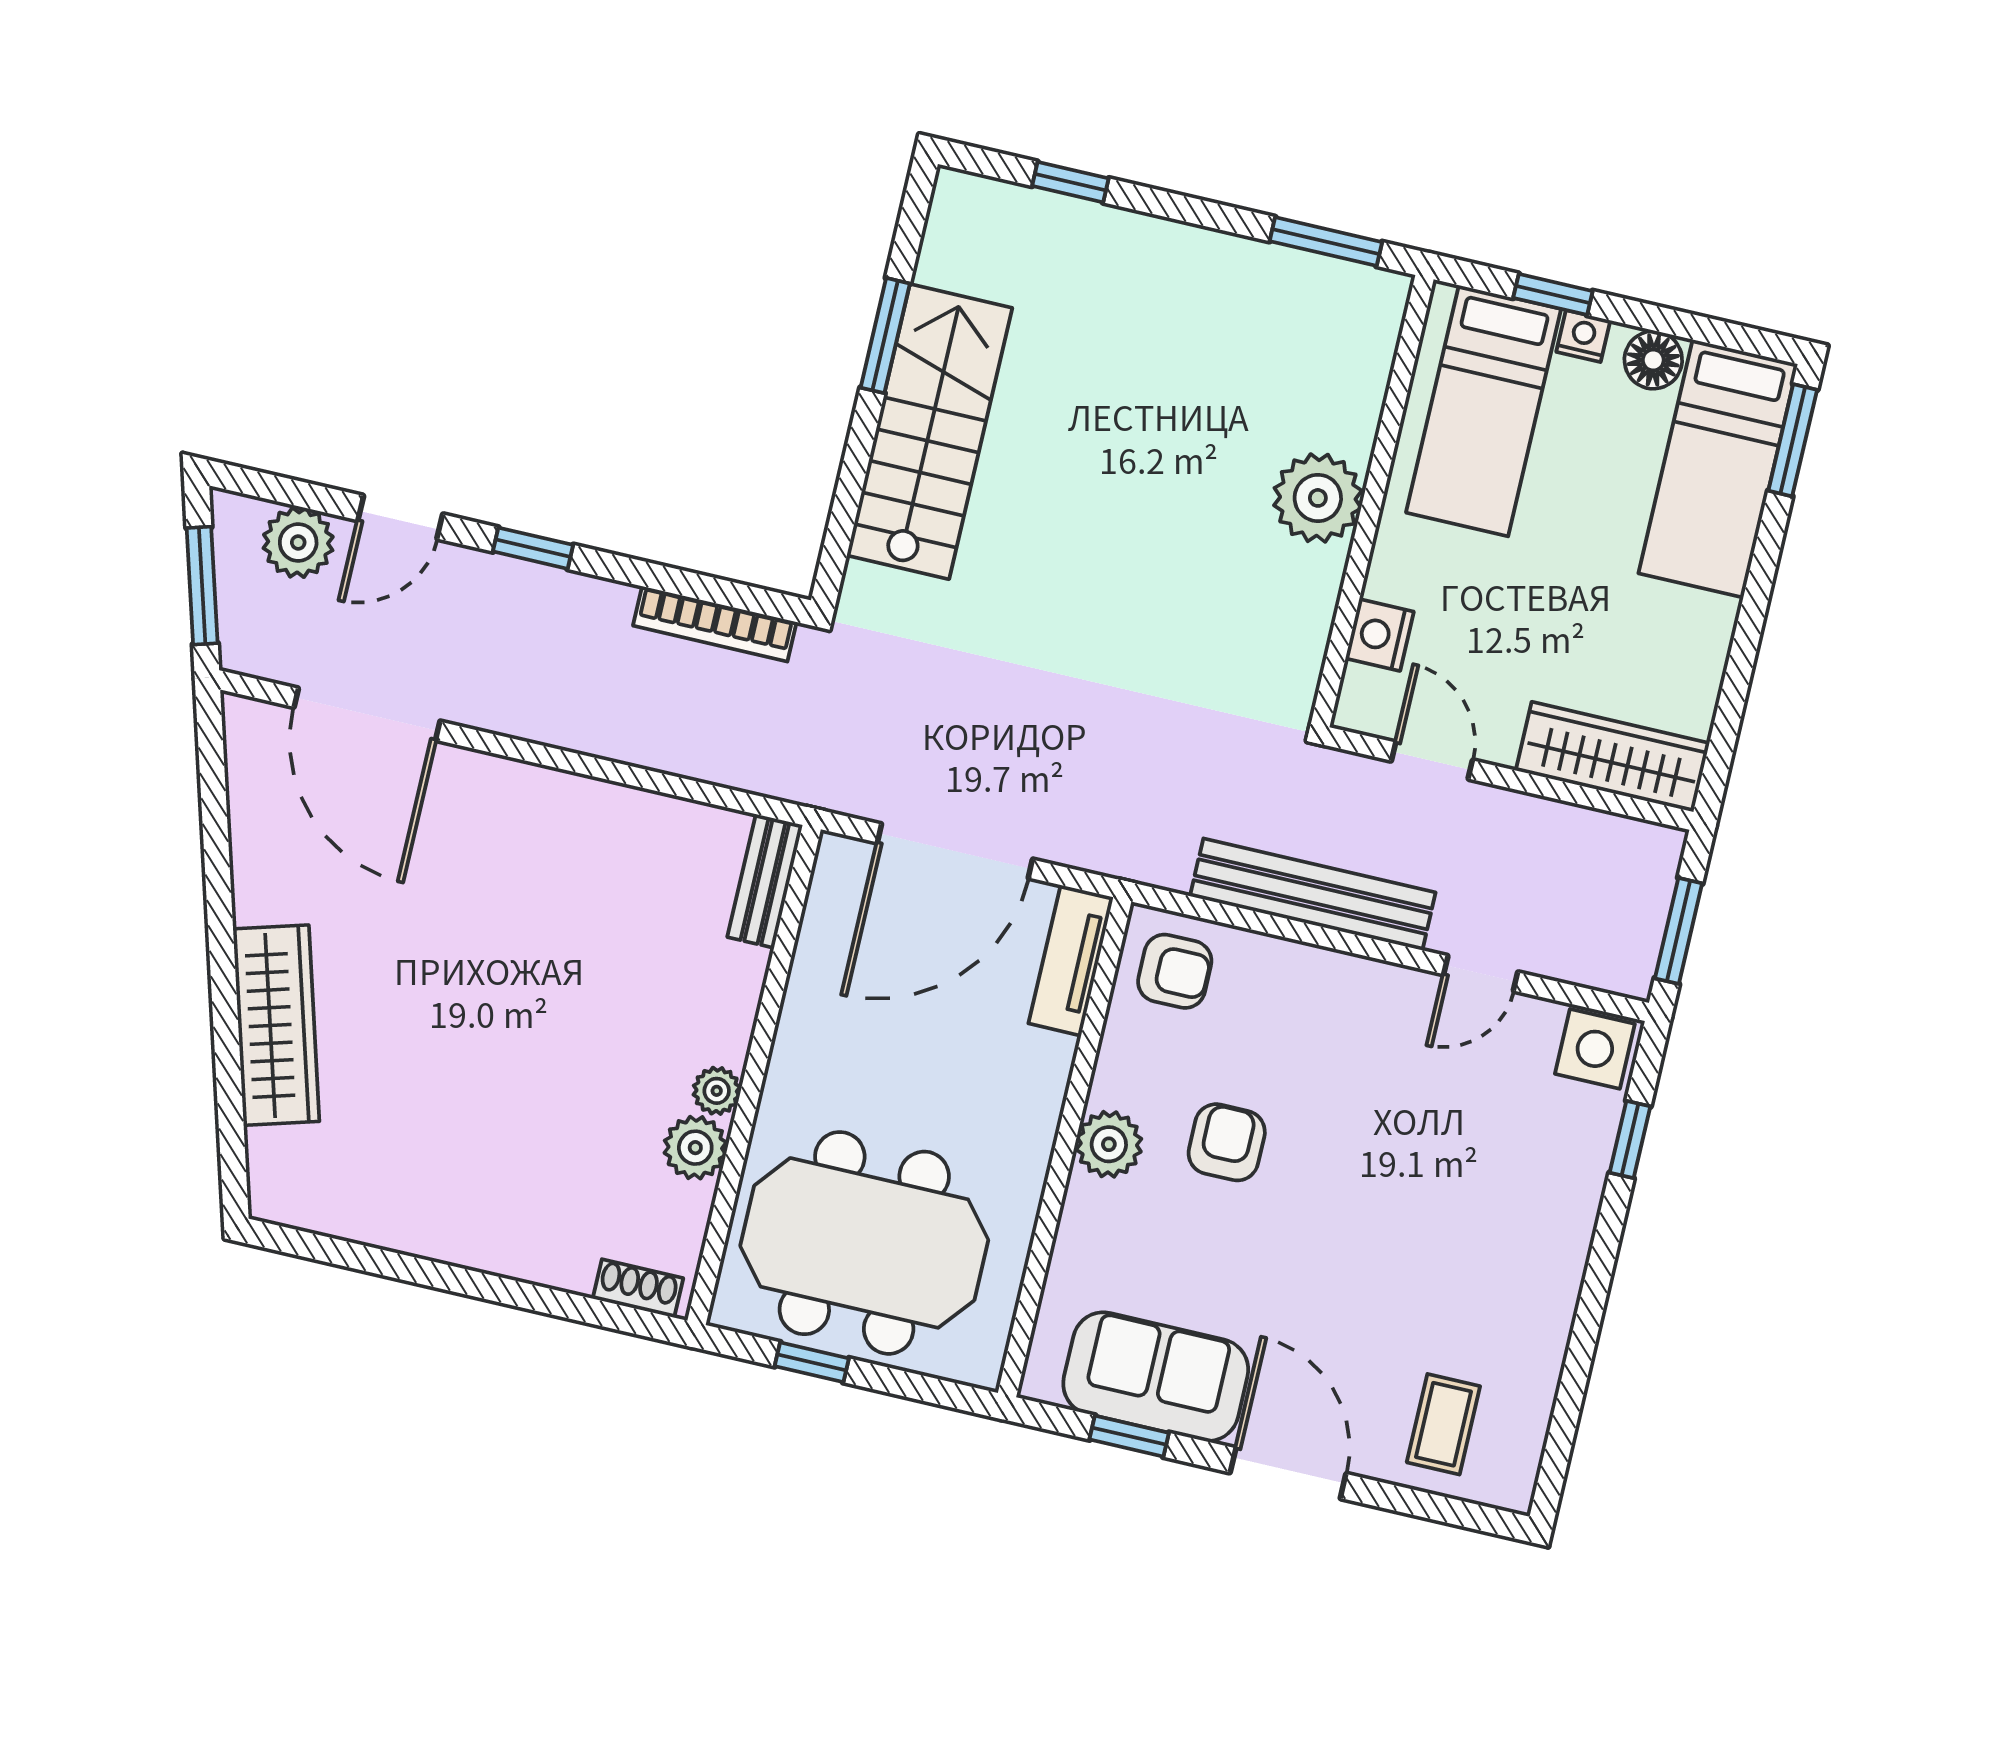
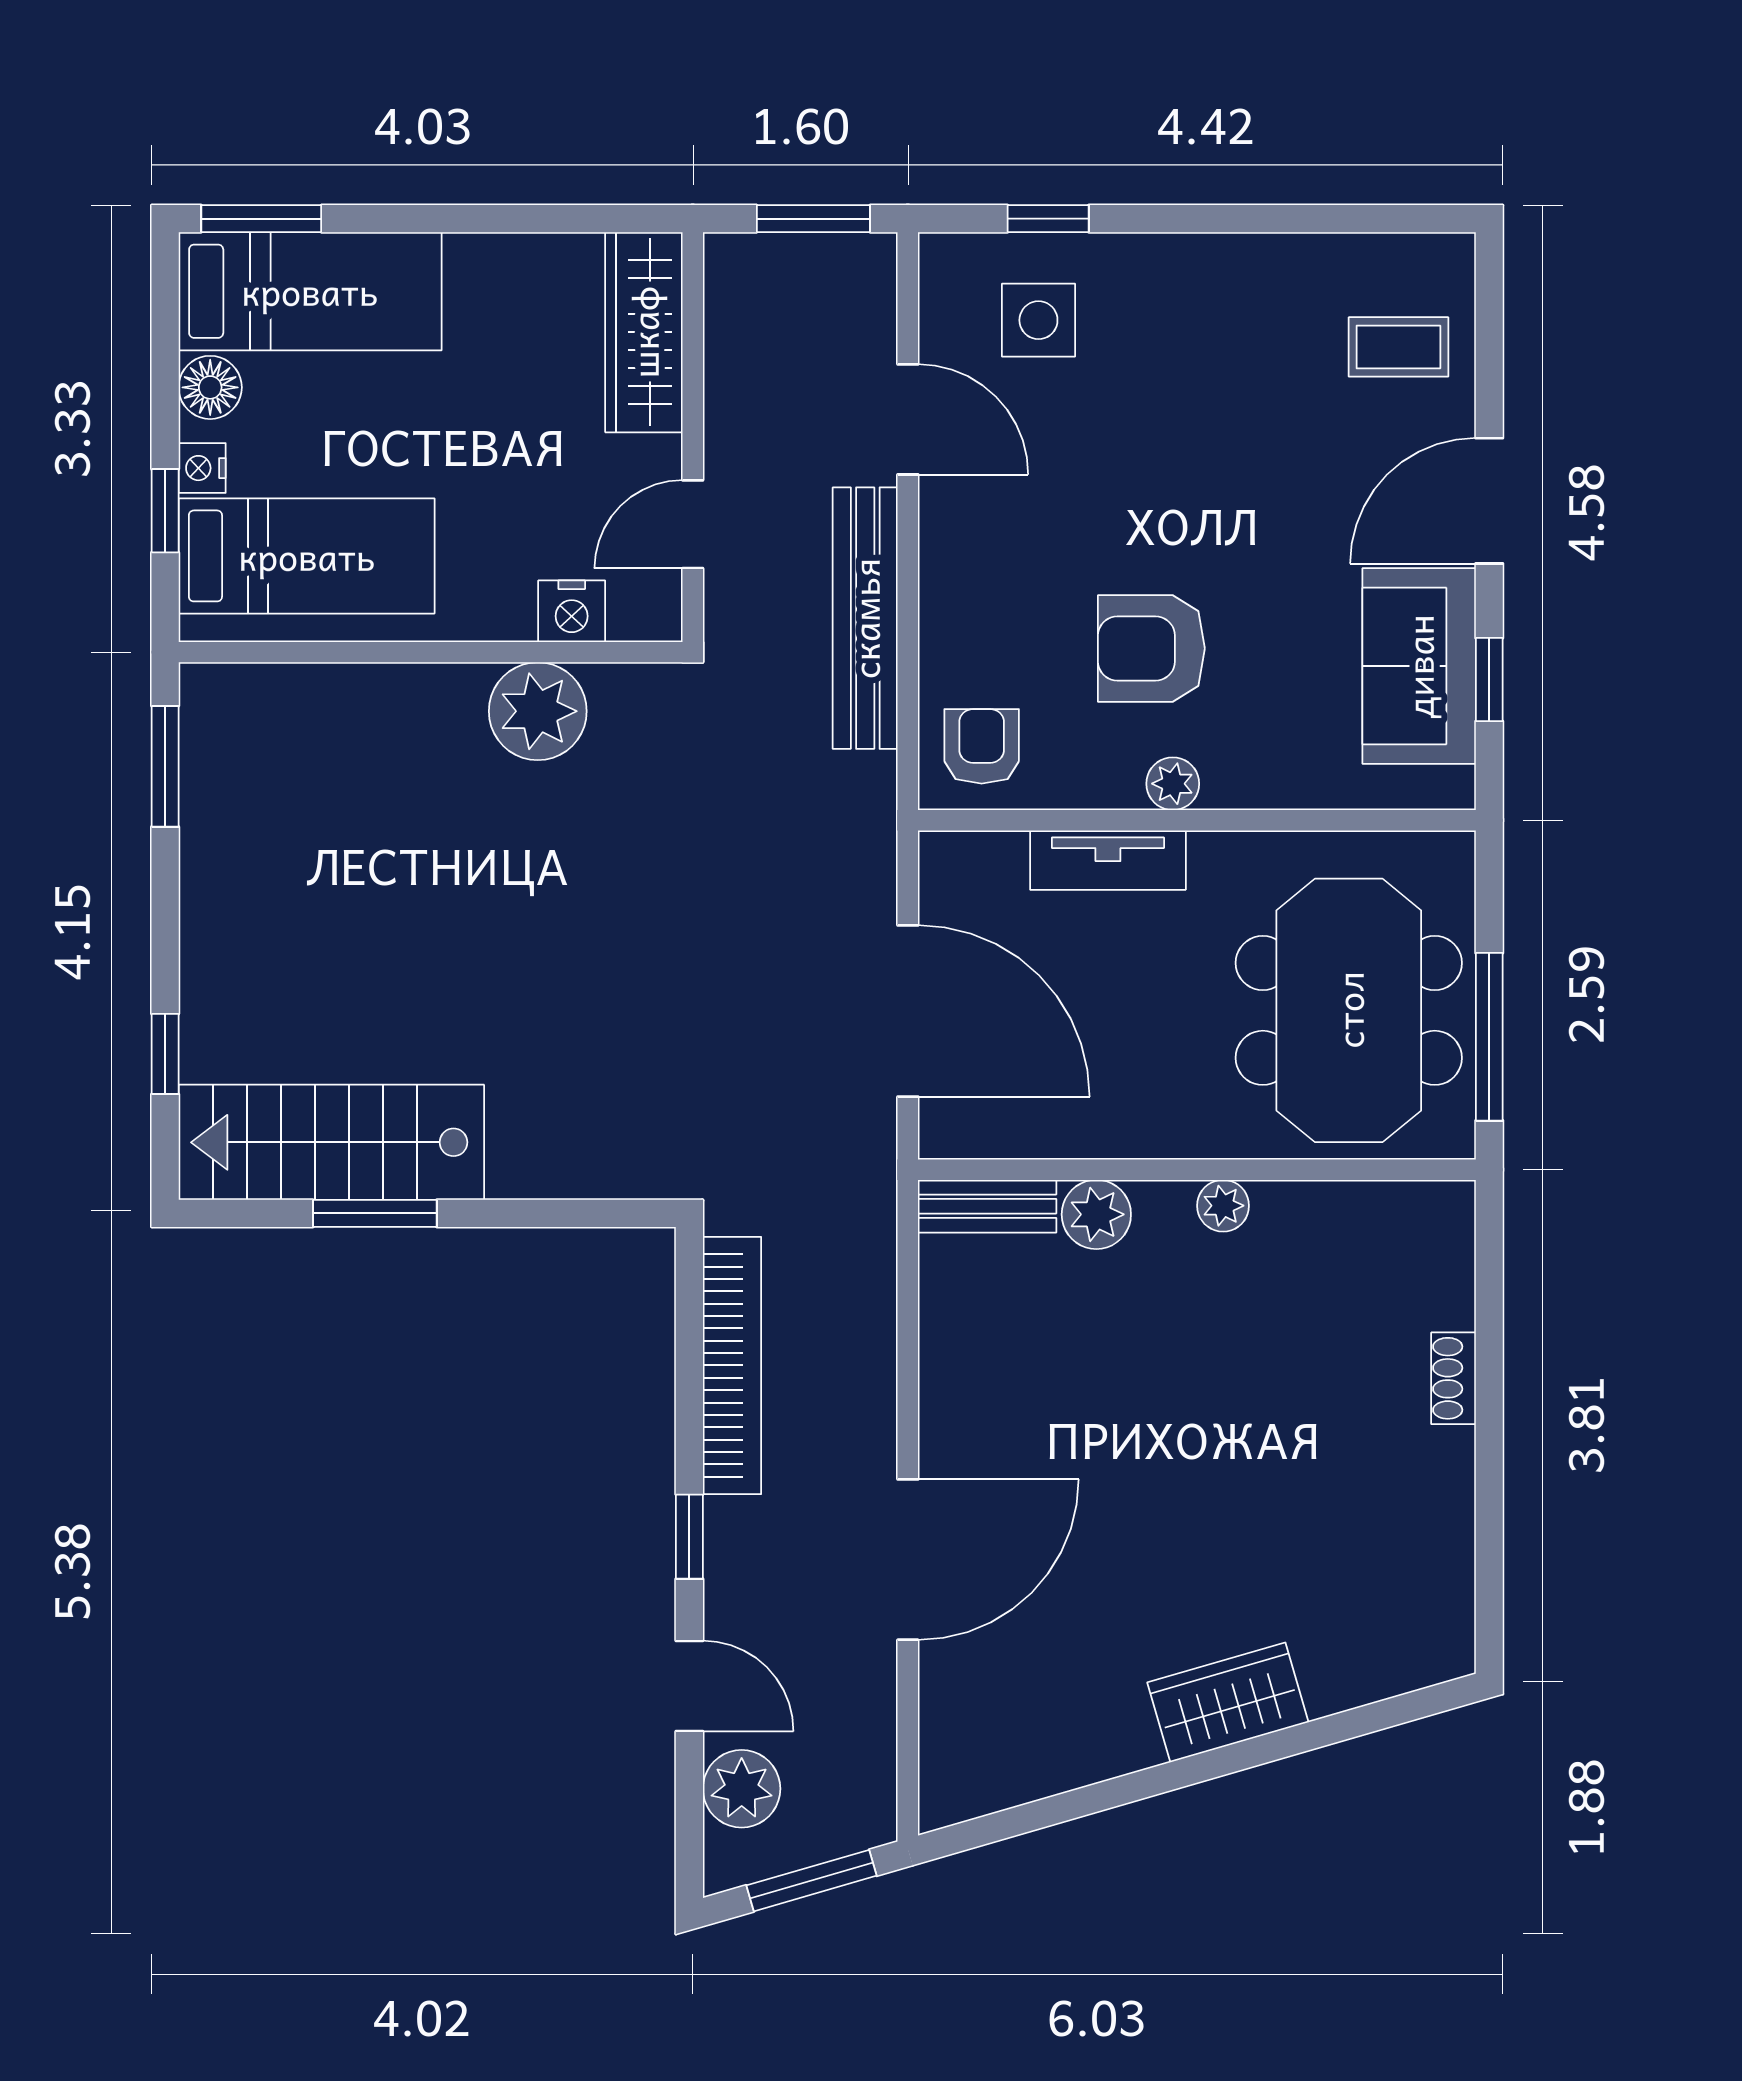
stairs: (929, 432) -> (331, 1142), moved
plant: (1318, 498) -> (538, 711), moved
bookcase: (715, 624) -> (732, 1365), width x1.48, depth x1.31
door: (367, 714) -> (908, 1560), moved
tv unit: (1071, 960) -> (1108, 860), moved
door: (1481, 973) -> (908, 419), width x1.38
wardrobe: (276, 1025) -> (1228, 1702), width x0.67
side table: (1595, 1049) -> (1038, 320), moved
armchair: (1227, 1142) -> (1151, 648), width x1.38, depth x1.38
plant: (1109, 1144) -> (1173, 784), width x0.73, depth x0.73
plant: (695, 1148) -> (1096, 1214), moved
shoe rack: (638, 1288) -> (1454, 1378), moved
window: (812, 1362) -> (1489, 1037), width x2.17

